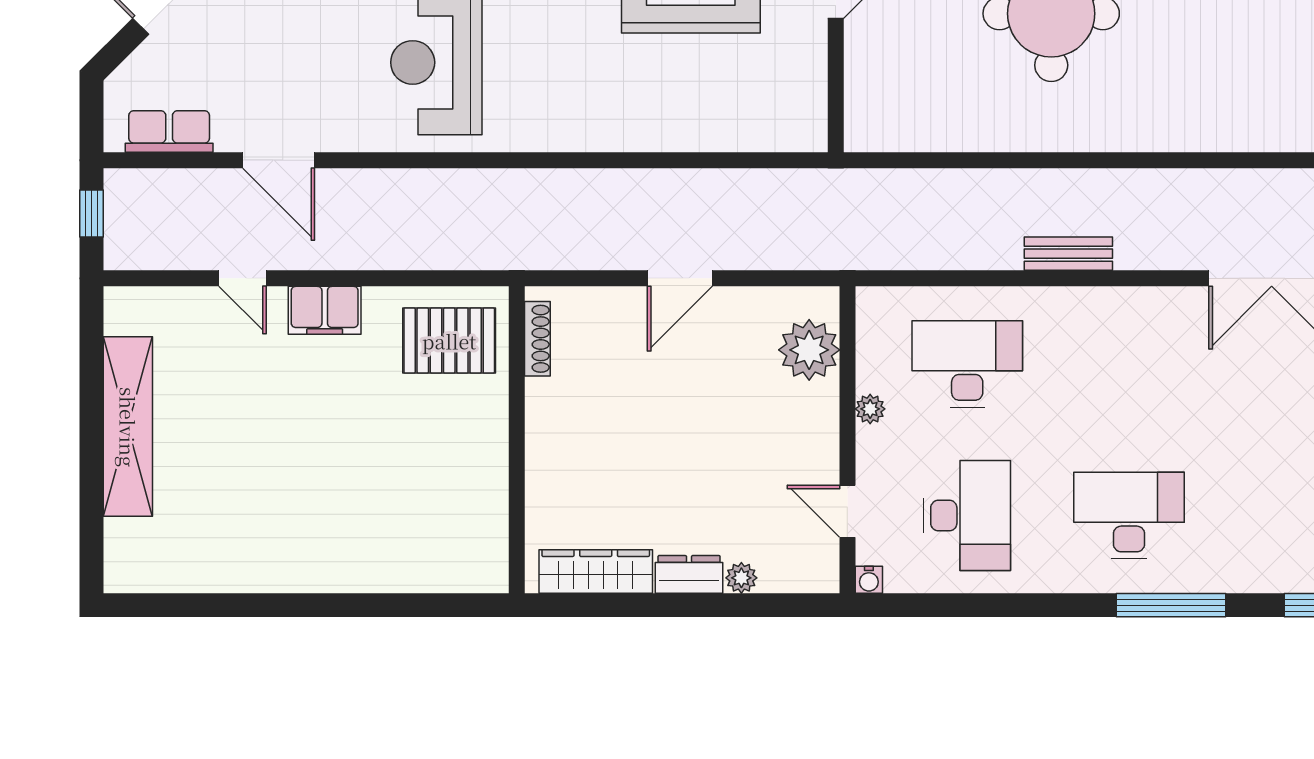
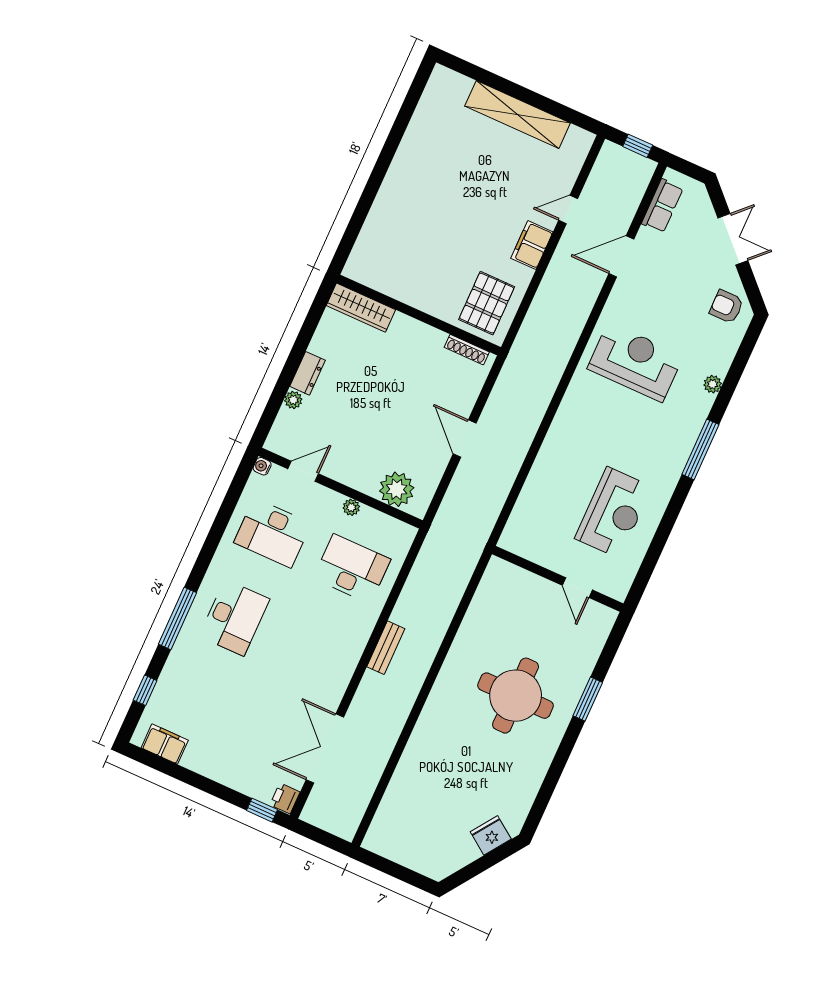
desk: (967, 364) -> (352, 569), turned -90
wardrobe: (596, 571) -> (361, 308), moved, turned 90

